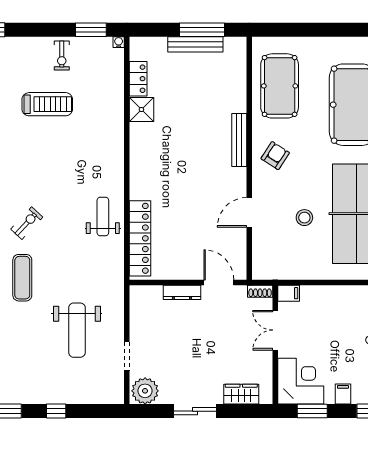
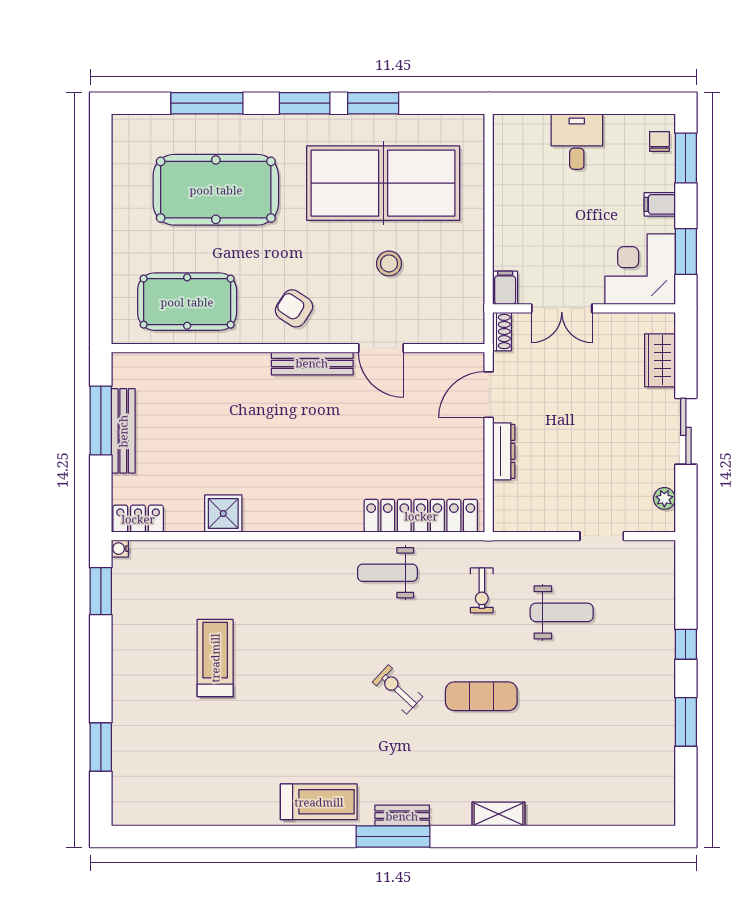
exercise bike: (62, 55) -> (482, 590), moved, turned 90
locker: (138, 79) -> (138, 519), moved
bench: (239, 140) -> (312, 363), moved
weight bench: (77, 330) -> (562, 612), width x0.73, depth x0.75
plant: (145, 391) -> (664, 498), width x0.53, depth x0.53

